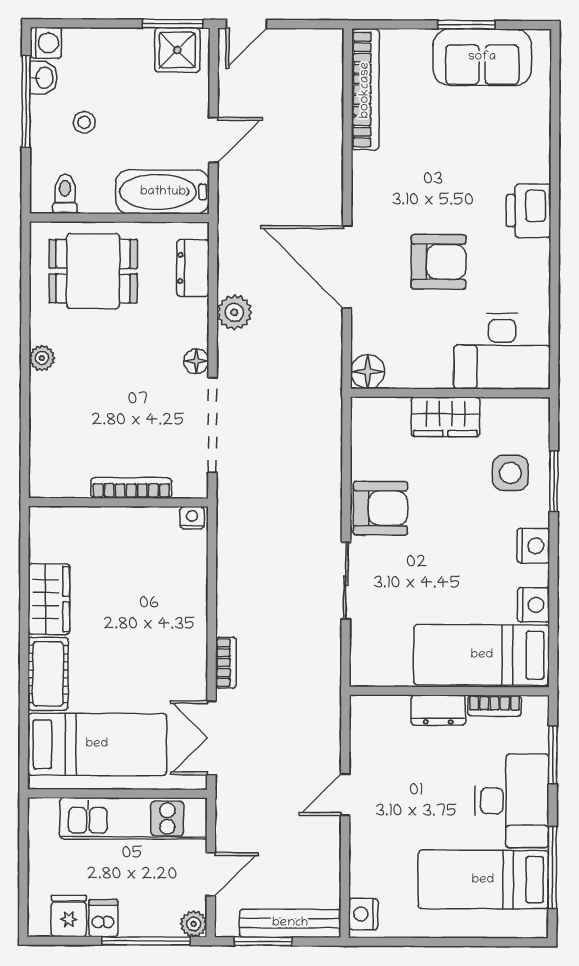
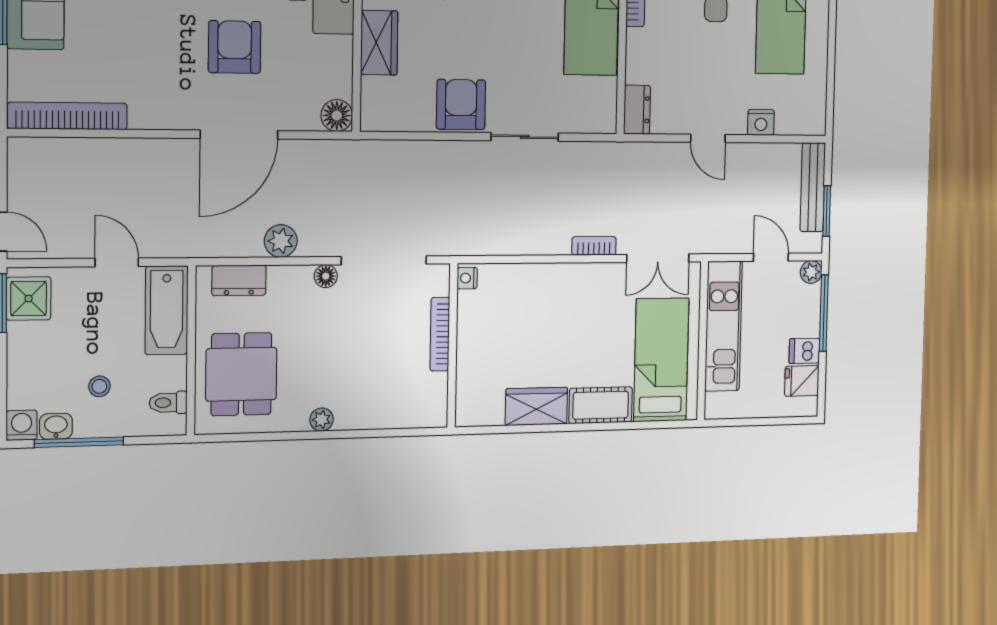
dresser: (438, 710) -> (637, 110), moved
nightstand: (363, 914) -> (761, 122), moved

